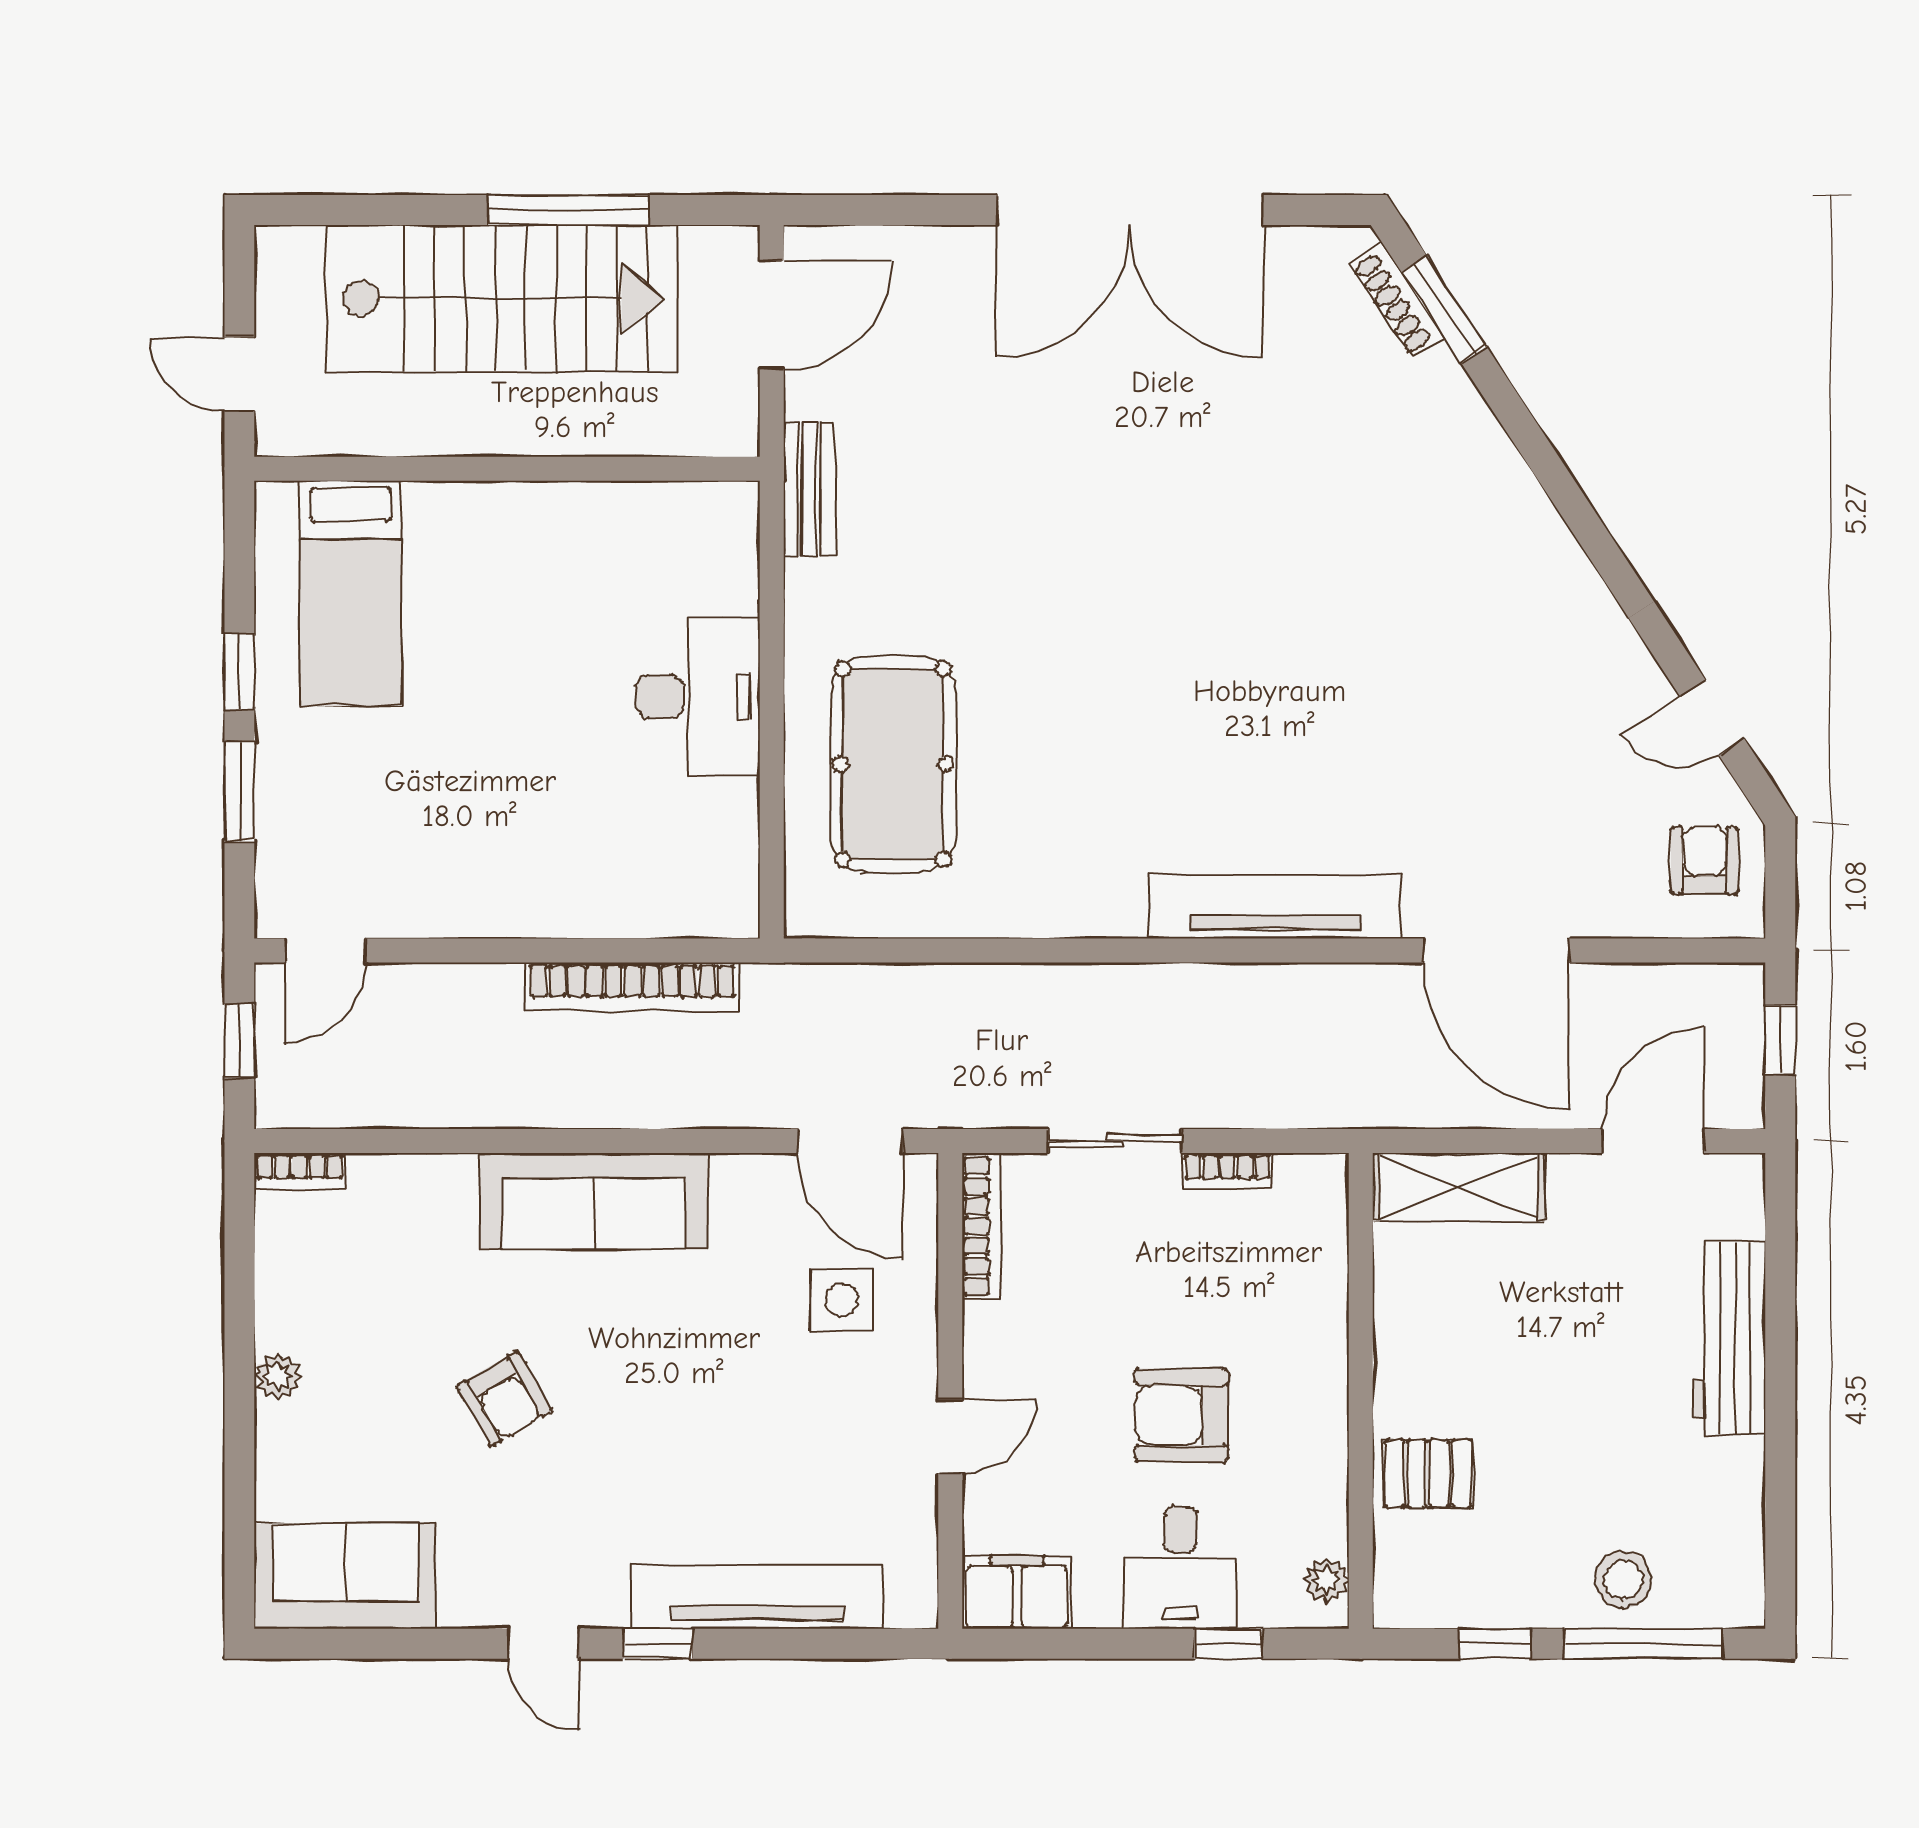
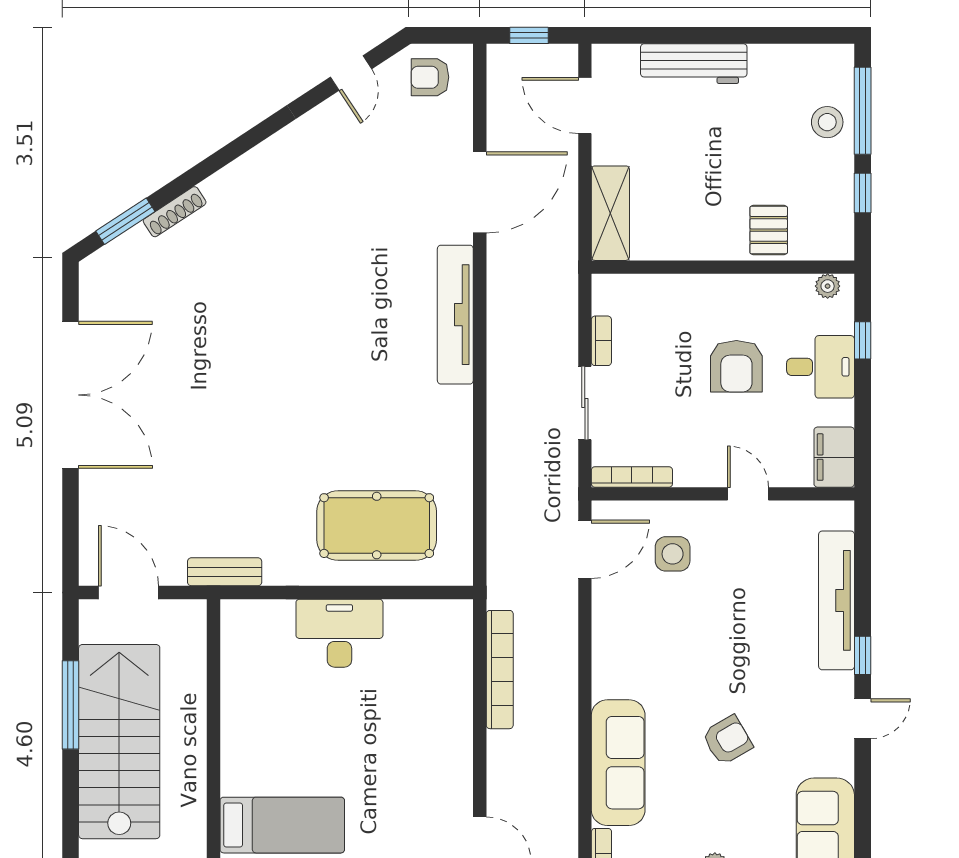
shoe rack: (1397, 300) -> (175, 212), moved
sofa: (594, 1201) -> (618, 763), moved

